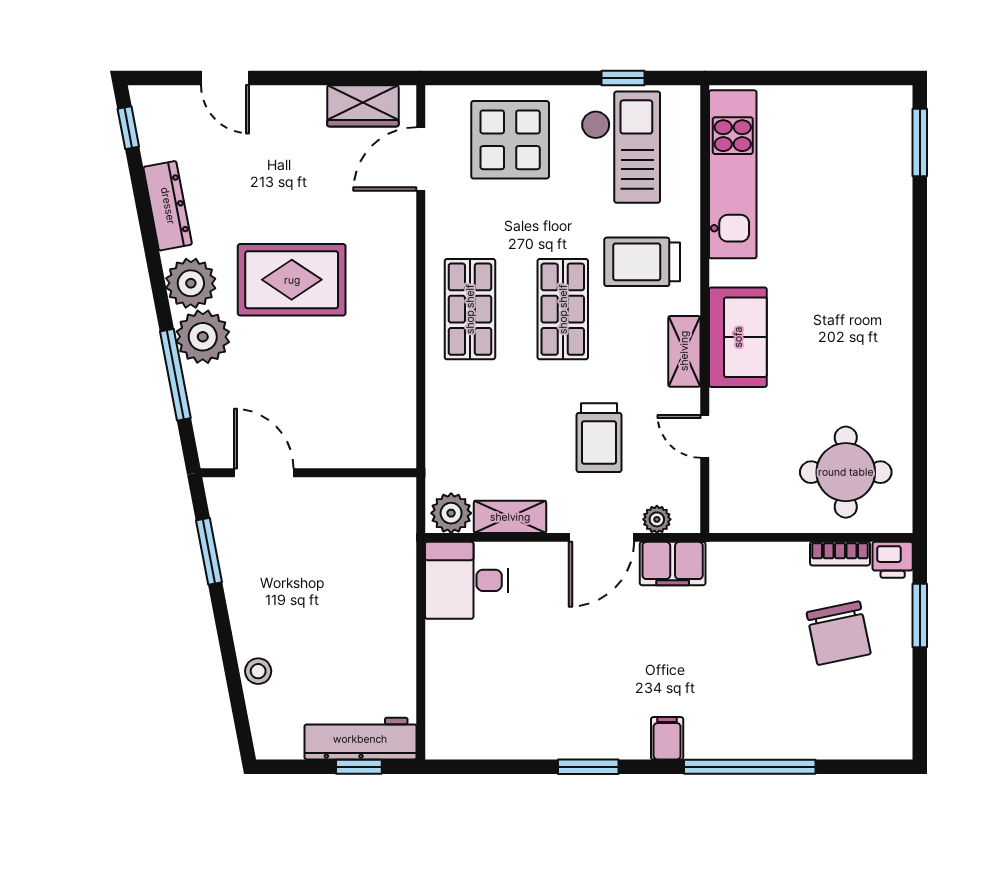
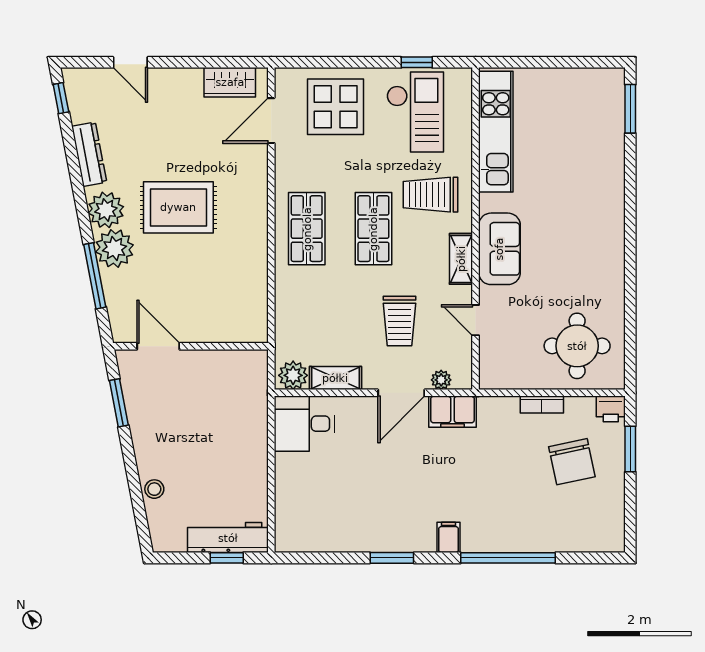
bookcase: (840, 554) -> (542, 405), moved

